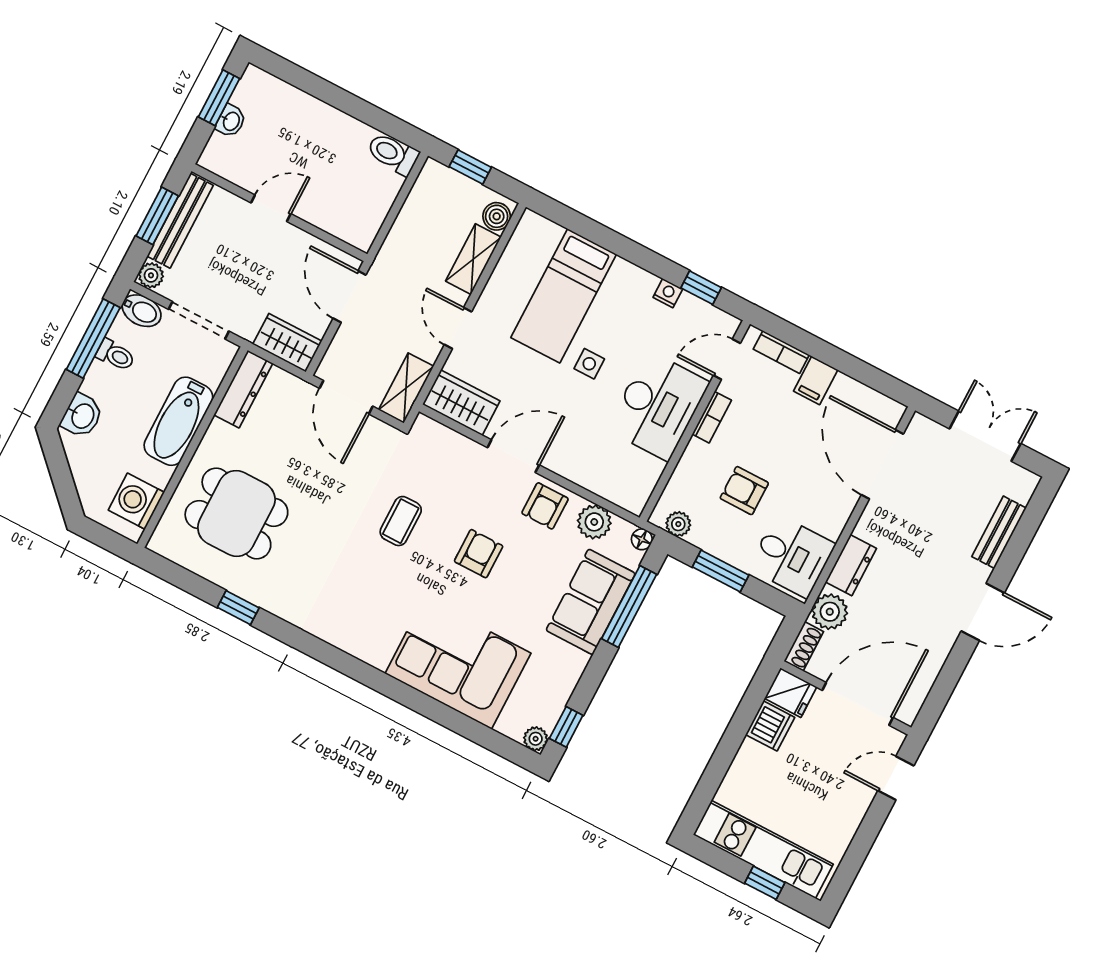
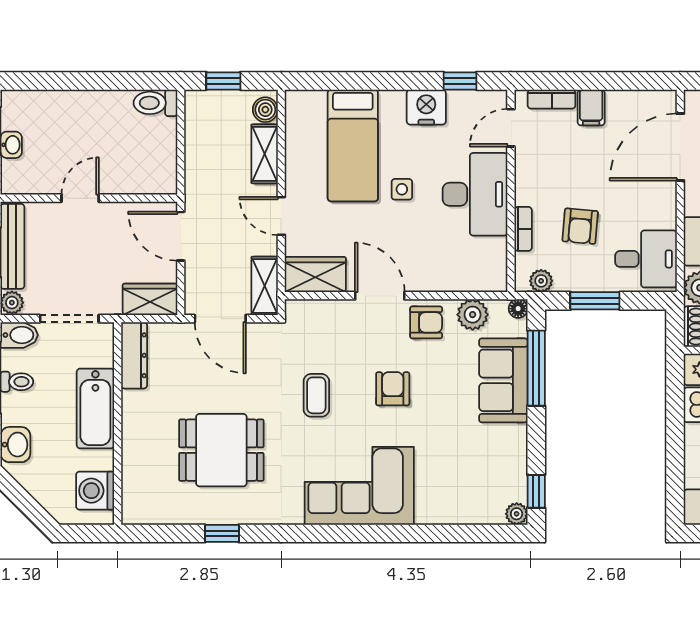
nightstand: (668, 293) -> (426, 107), width x1.89, depth x1.79
bookcase: (712, 417) -> (523, 229), moved
door: (513, 456) -> (380, 296), hinge flipped
door: (882, 464) -> (680, 147), hinge flipped
armchair: (744, 491) -> (580, 226), turned -85
armchair: (545, 506) -> (426, 322), turned -90
dining table: (236, 513) -> (221, 450), moved
corner sofa: (458, 663) -> (359, 486), moved

